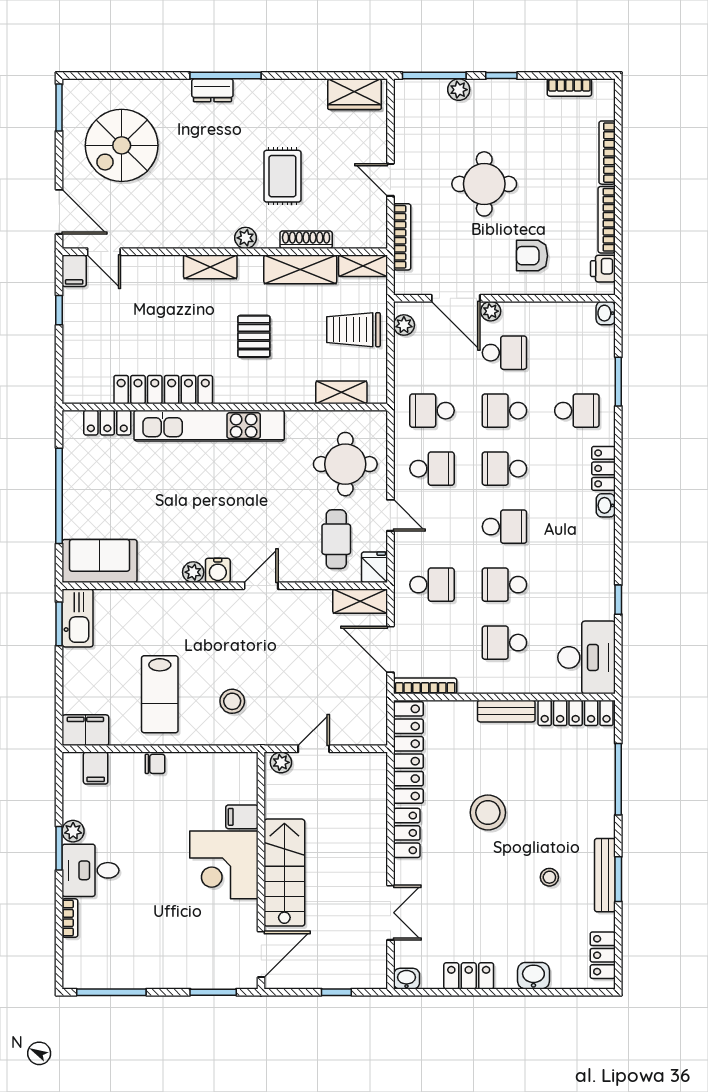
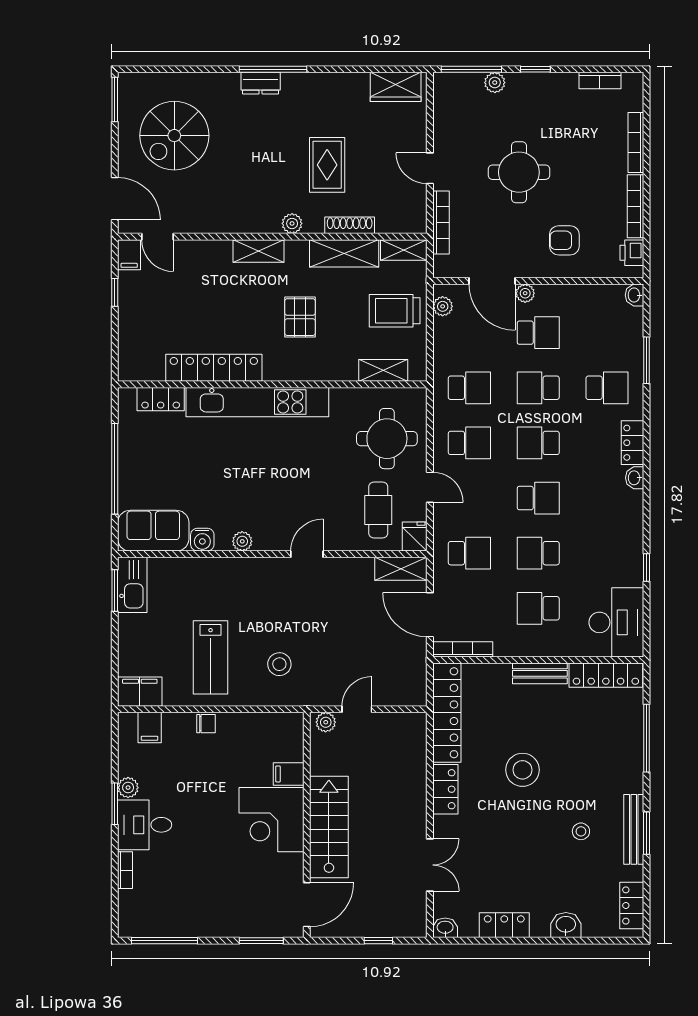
school desk: (432, 411) -> (469, 388), turned 180
water cooler: (218, 570) -> (202, 540), moved

